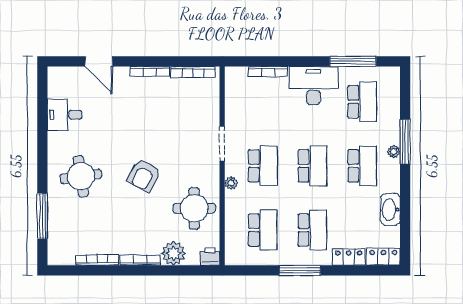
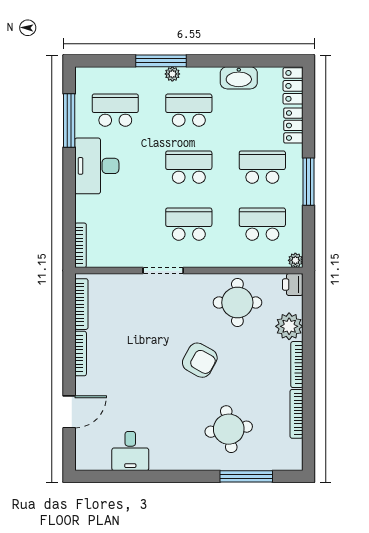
bookcase: (268, 71) -> (81, 245), moved
round table: (81, 176) -> (229, 429), moved
plant: (231, 183) -> (295, 260), moved

